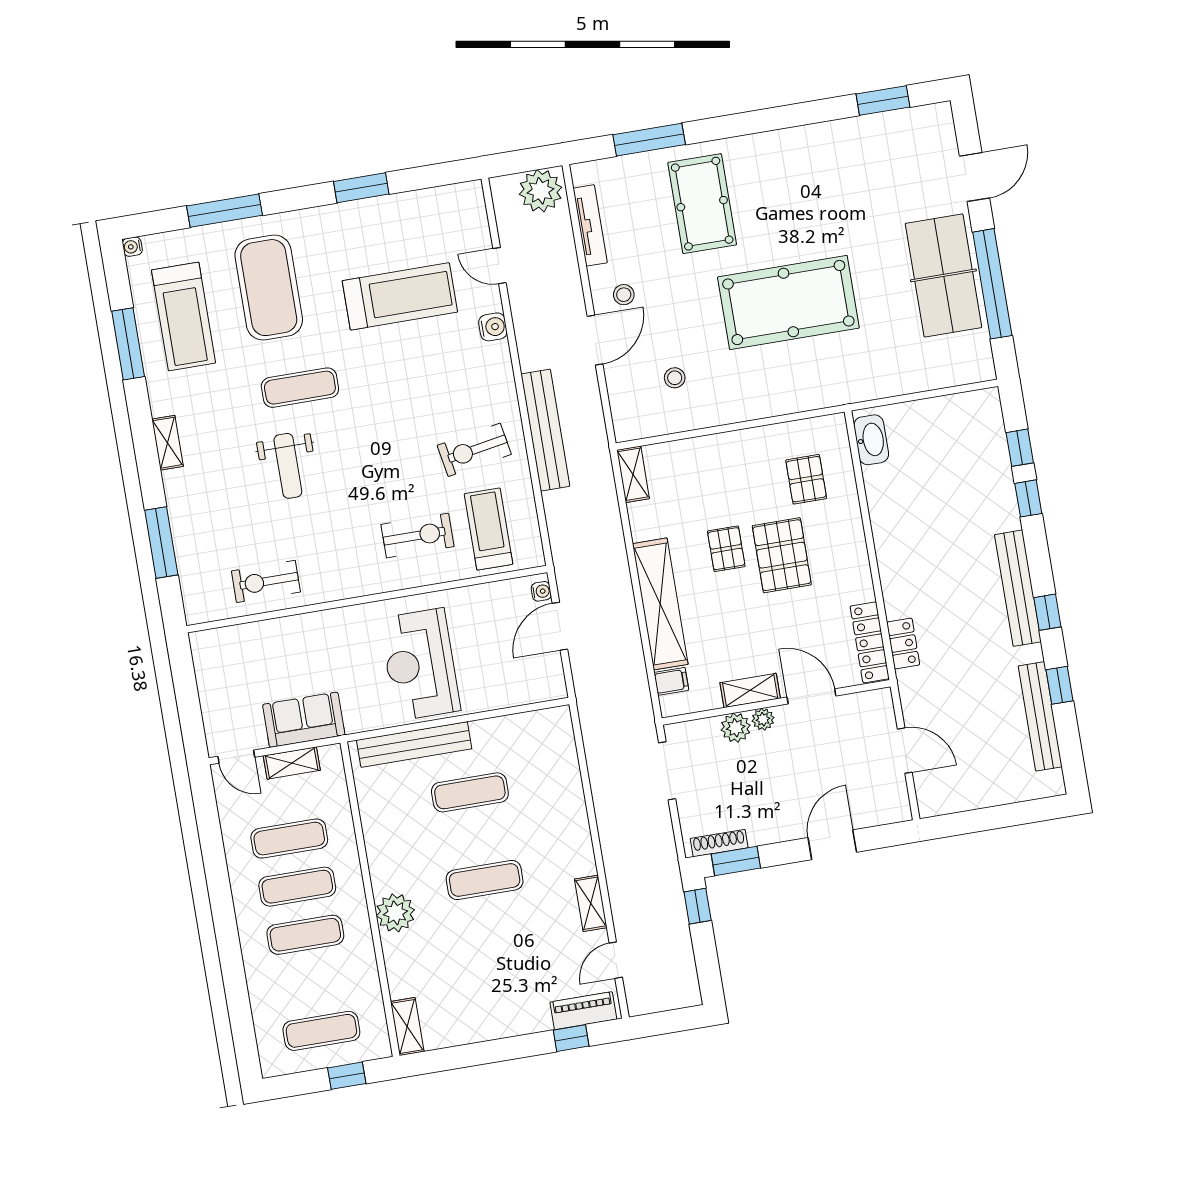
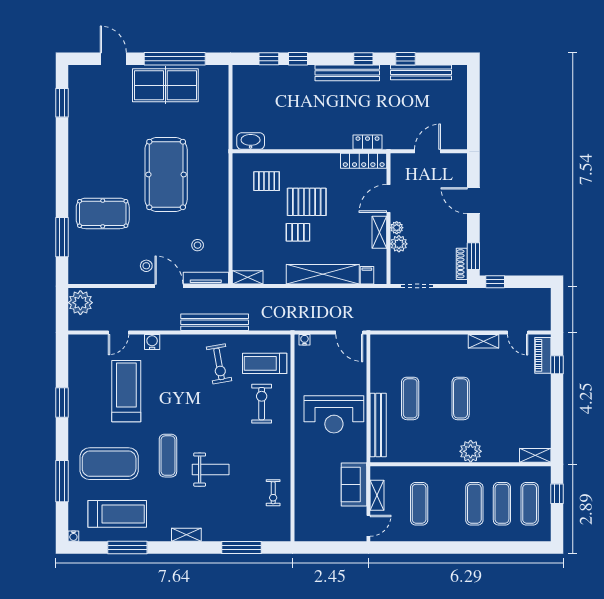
tv unit: (590, 225) -> (206, 278), moved
exercise bike: (266, 581) -> (273, 493), width x0.73, depth x0.72
door: (560, 626) -> (349, 333), moved
exercise mat: (297, 887) -> (502, 504), moved

